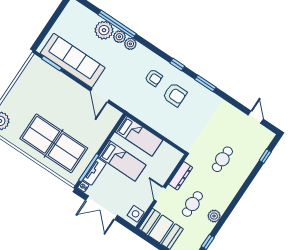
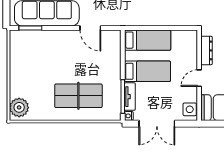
table tennis table: (54, 143) -> (78, 96), width x0.73, depth x0.76
door: (160, 194) -> (199, 78), hinge flipped

